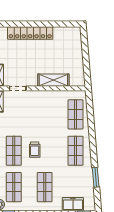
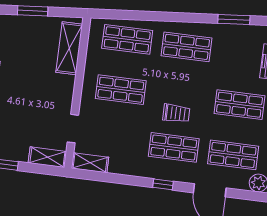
window: (85, 55) -> (33, 11), added
shelving: (53, 80) -> (69, 48), moved
shop shelf: (45, 114) -> (121, 90), added

